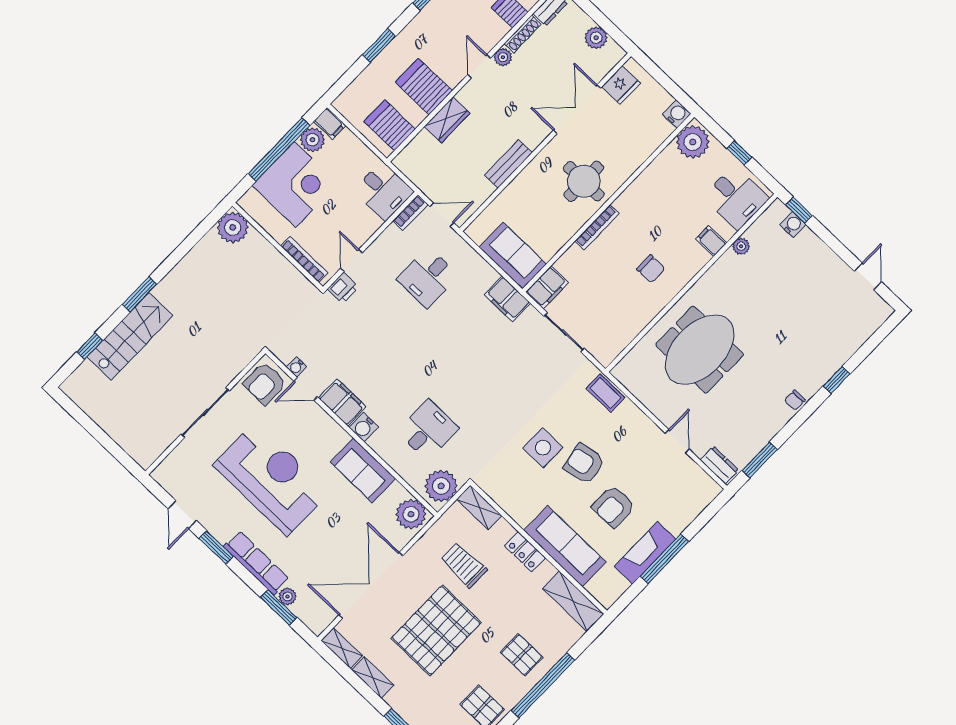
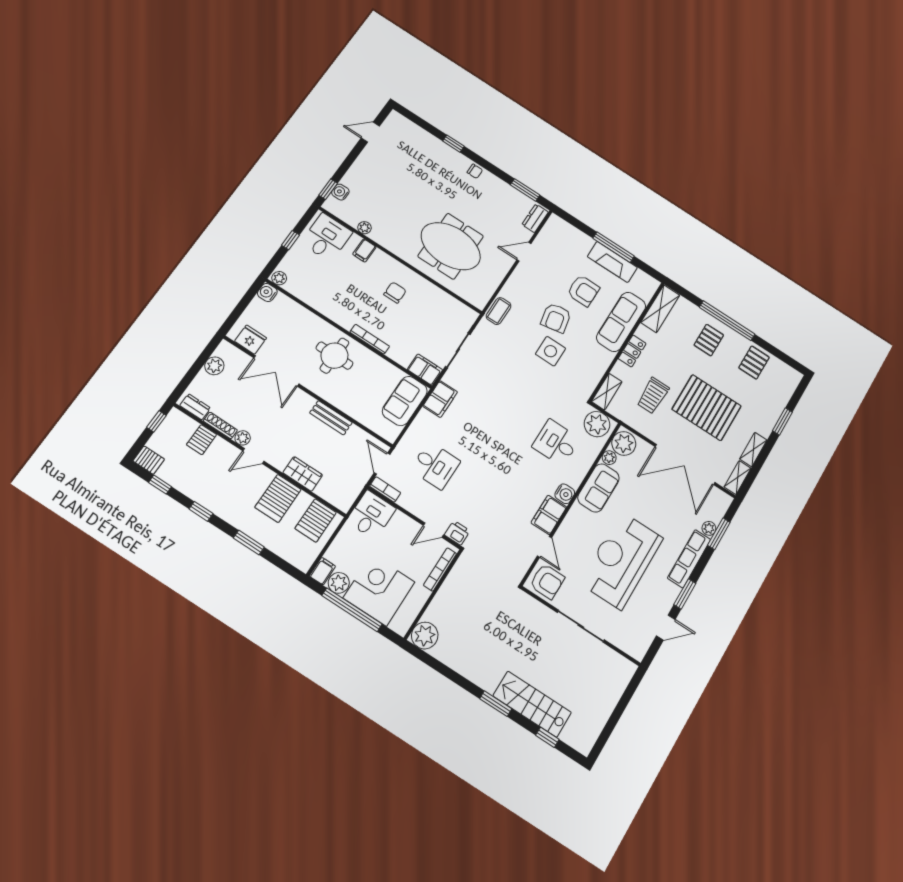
plant: (693, 142) -> (279, 278), width x0.53, depth x0.53
water cooler: (296, 367) -> (528, 558), removed
plant: (397, 492) -> (609, 458), added

